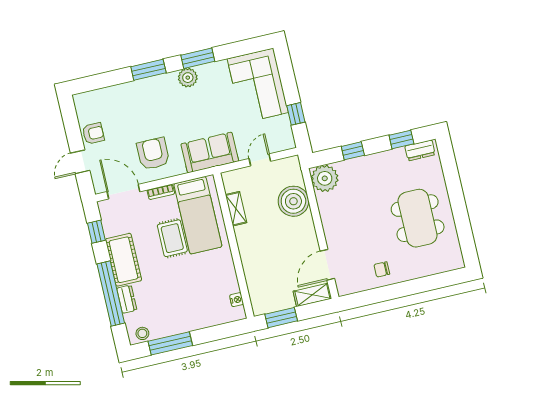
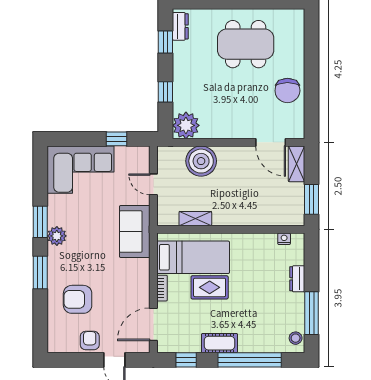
armchair: (153, 154) -> (78, 299), moved
cot: (123, 260) -> (220, 343), width x0.73, depth x0.75
chair: (382, 269) -> (287, 91), width x1.87, depth x1.87
dresser: (127, 299) -> (297, 279), moved, turned -90

